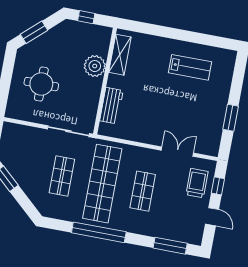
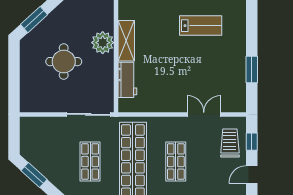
shelving: (120, 55) -> (126, 41), moved
round table: (41, 84) -> (64, 62), moved
door: (212, 217) -> (252, 175), swing flipped

